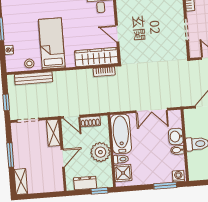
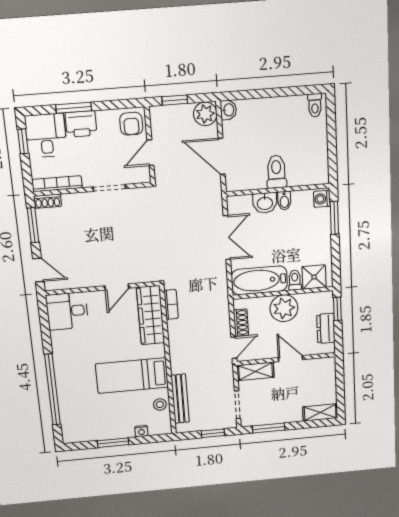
window: (10, 155) -> (269, 428), moved

